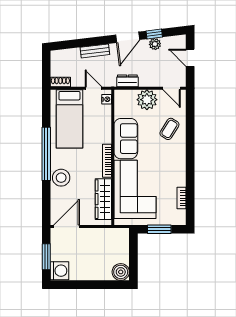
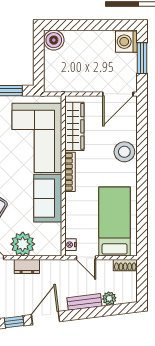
plant: (155, 44) -> (109, 298), moved
dresser: (127, 81) -> (27, 267), moved
window: (46, 154) -> (142, 180), removed

